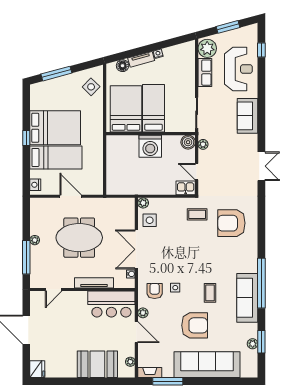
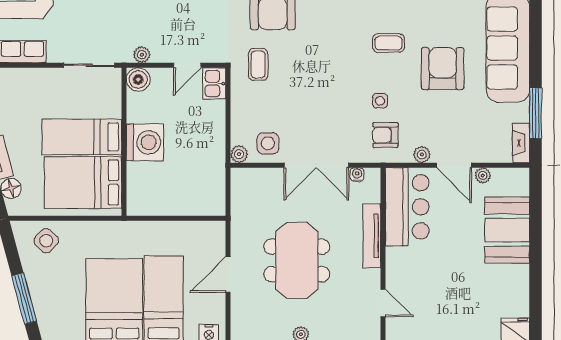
door: (136, 332) -> (454, 165), swing flipped
plant: (130, 362) -> (483, 175), moved

